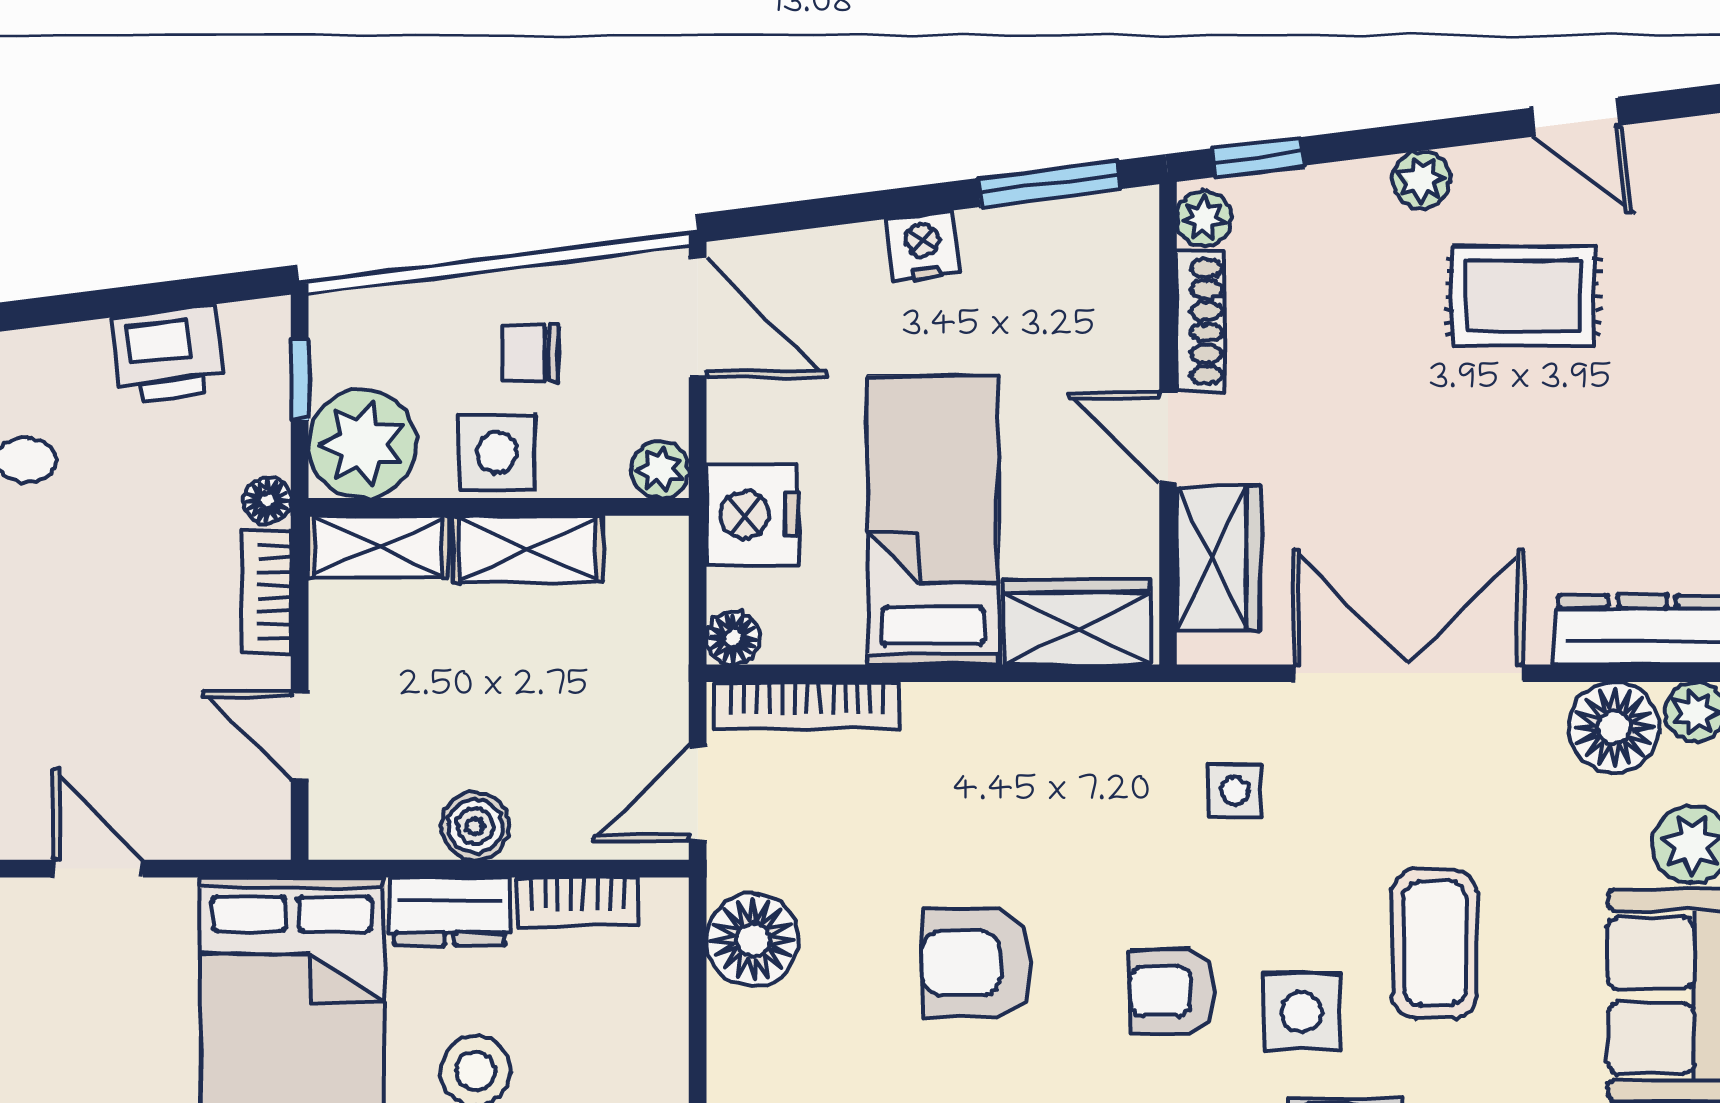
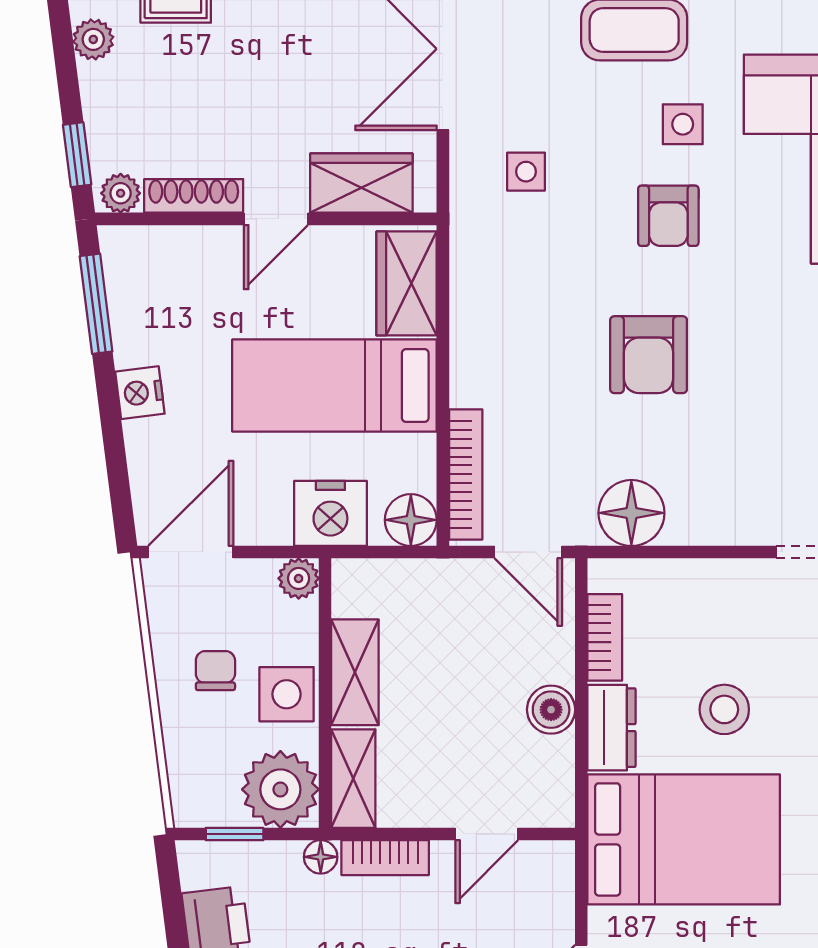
chair: (530, 352) -> (215, 671), turned 180
floor lamp: (733, 638) -> (411, 520), width x1.37, depth x1.37
side table: (1302, 1012) -> (683, 124), width x0.73, depth x0.73

